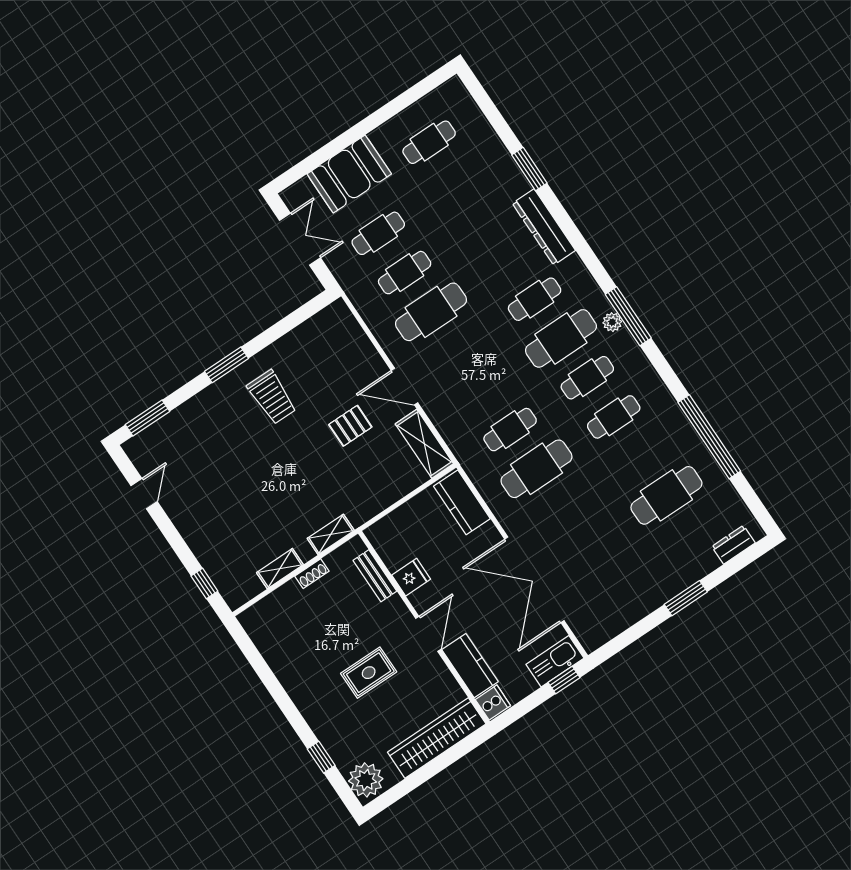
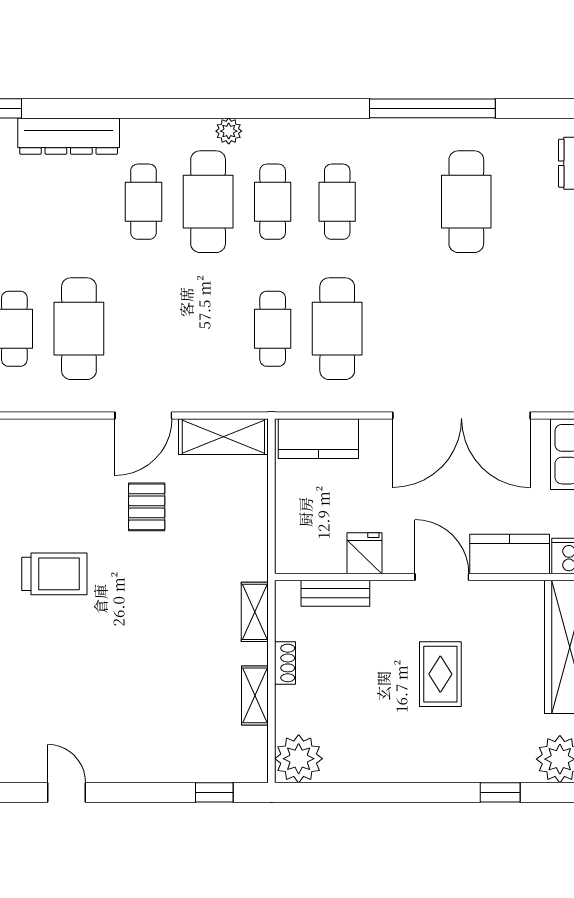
window: (628, 316) -> (234, 108), removed
plant: (259, 621) -> (299, 759), added

